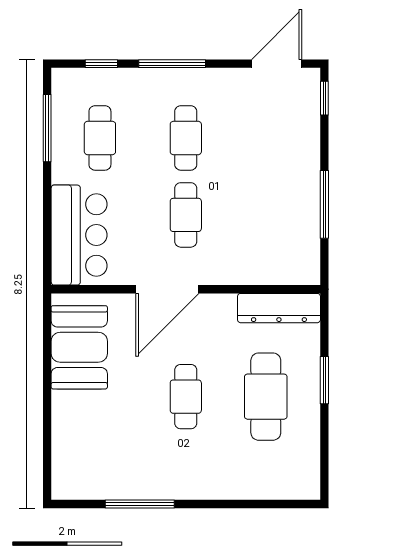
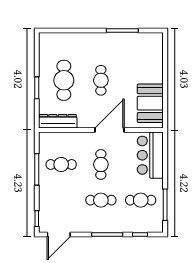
cafe table: (100, 138) -> (141, 200), turned 90
cafe table: (186, 138) -> (101, 200), turned 90
cafe table: (272, 215) -> (61, 164), added

